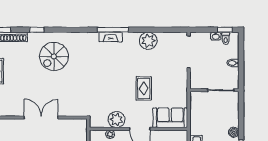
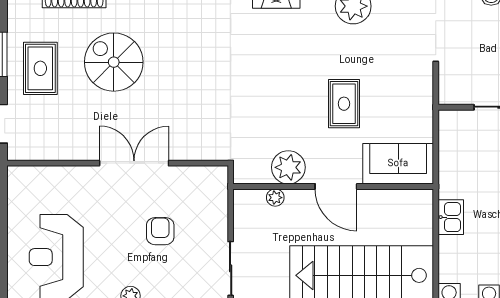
spiral stairs: (54, 56) -> (114, 62), moved, turned 90

